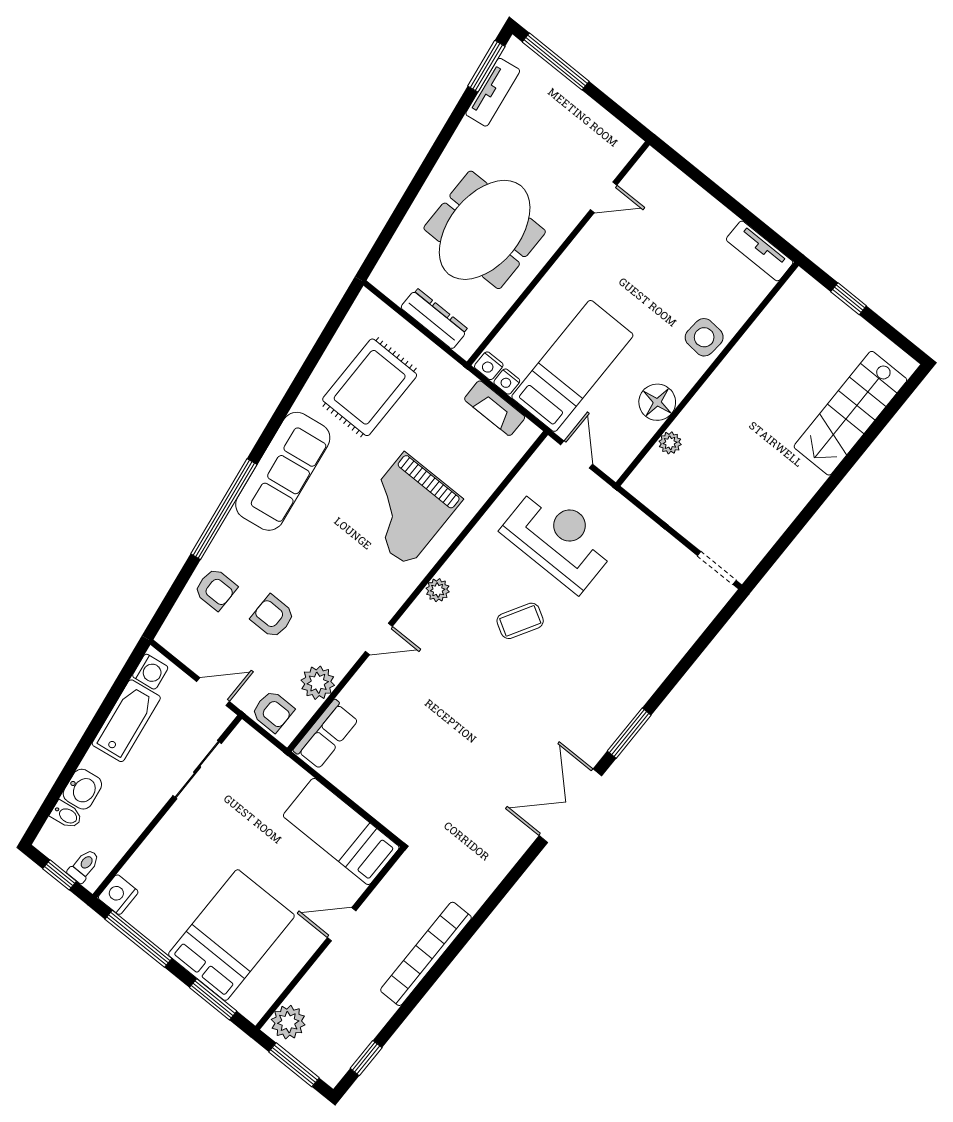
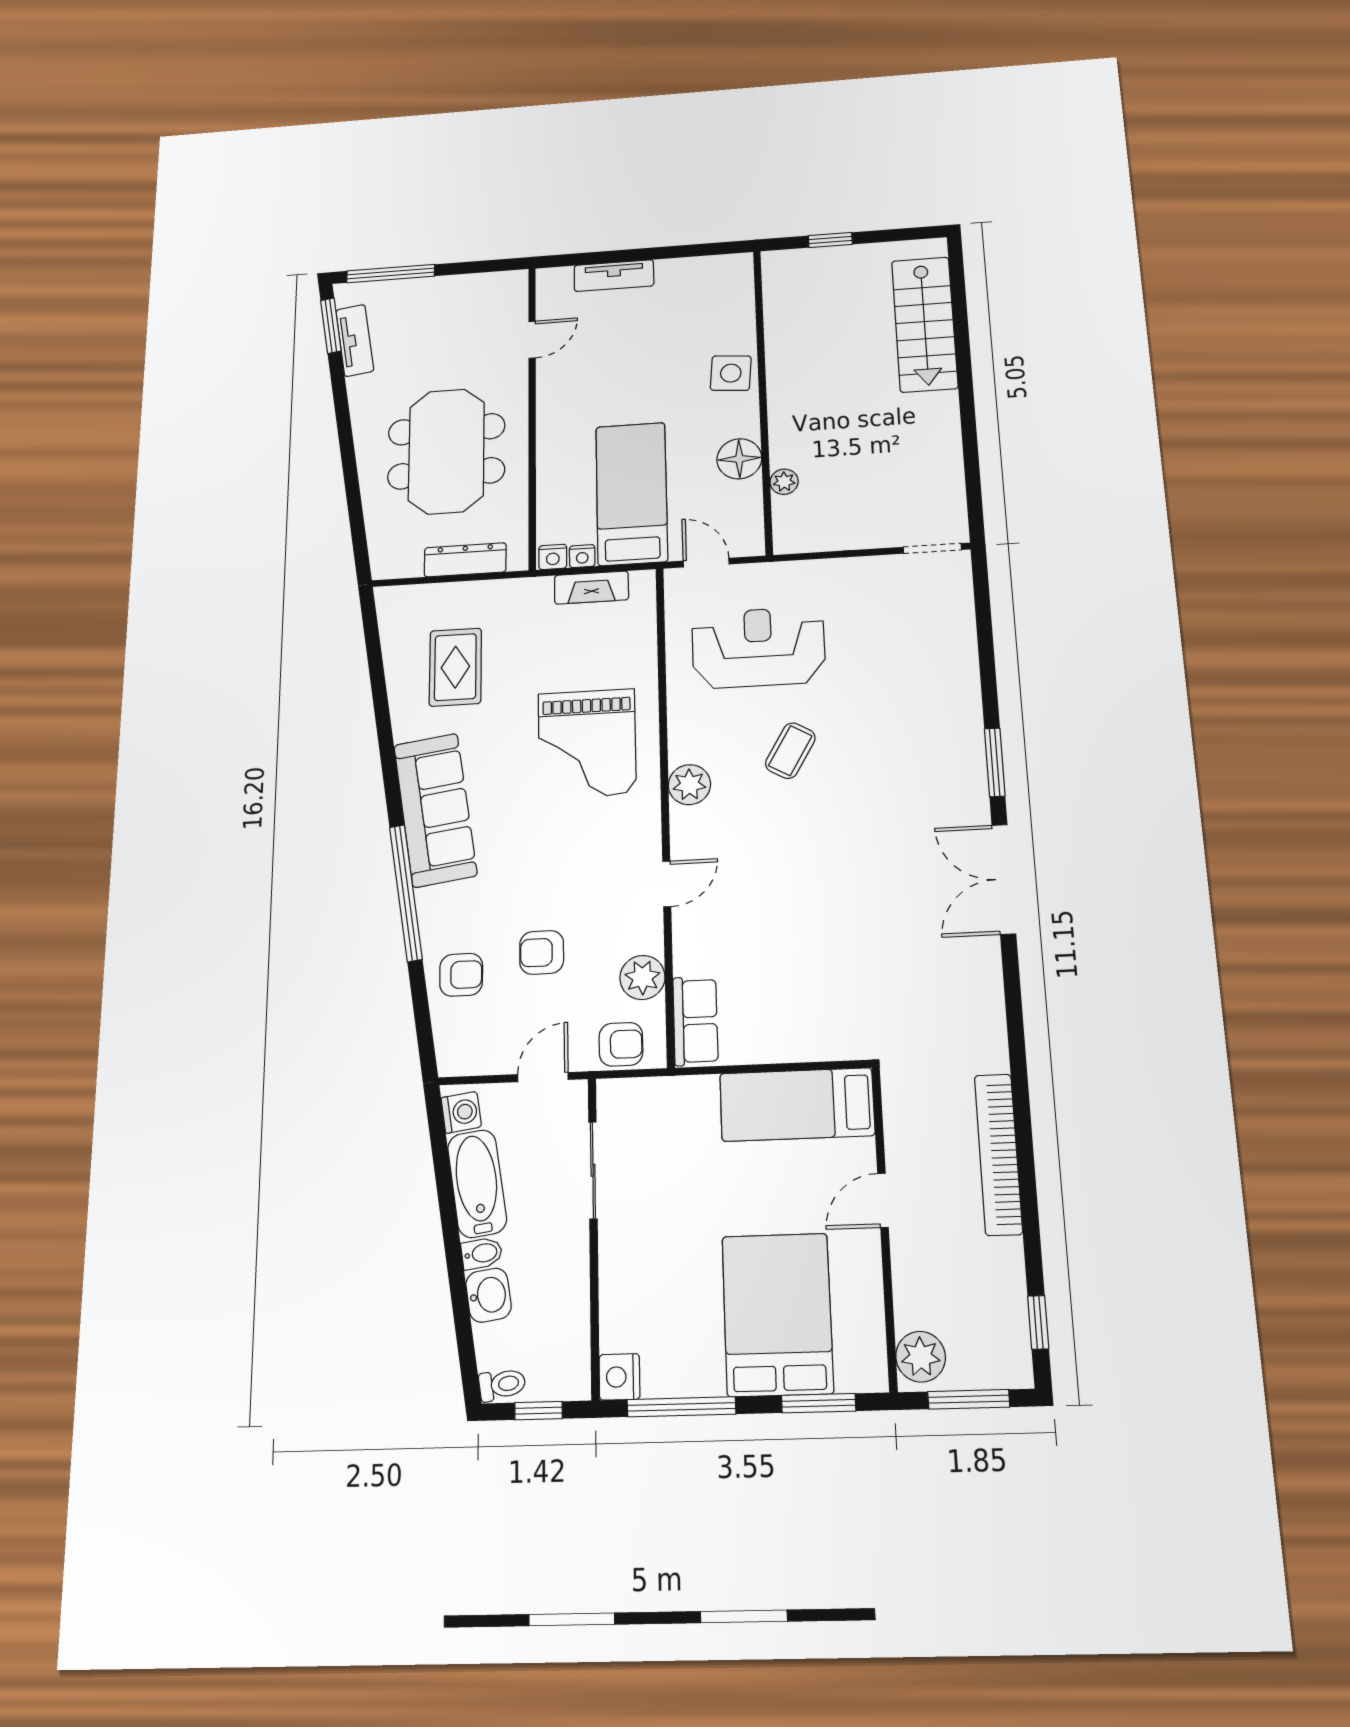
tv unit: (760, 251) -> (614, 276), moved
rug: (370, 387) -> (455, 667), width x0.73, depth x0.70
plant: (438, 590) -> (689, 785), width x1.38, depth x1.38
bidet: (66, 815) -> (482, 1253), moved
toilet: (84, 866) -> (502, 1384), moved, turned 82

